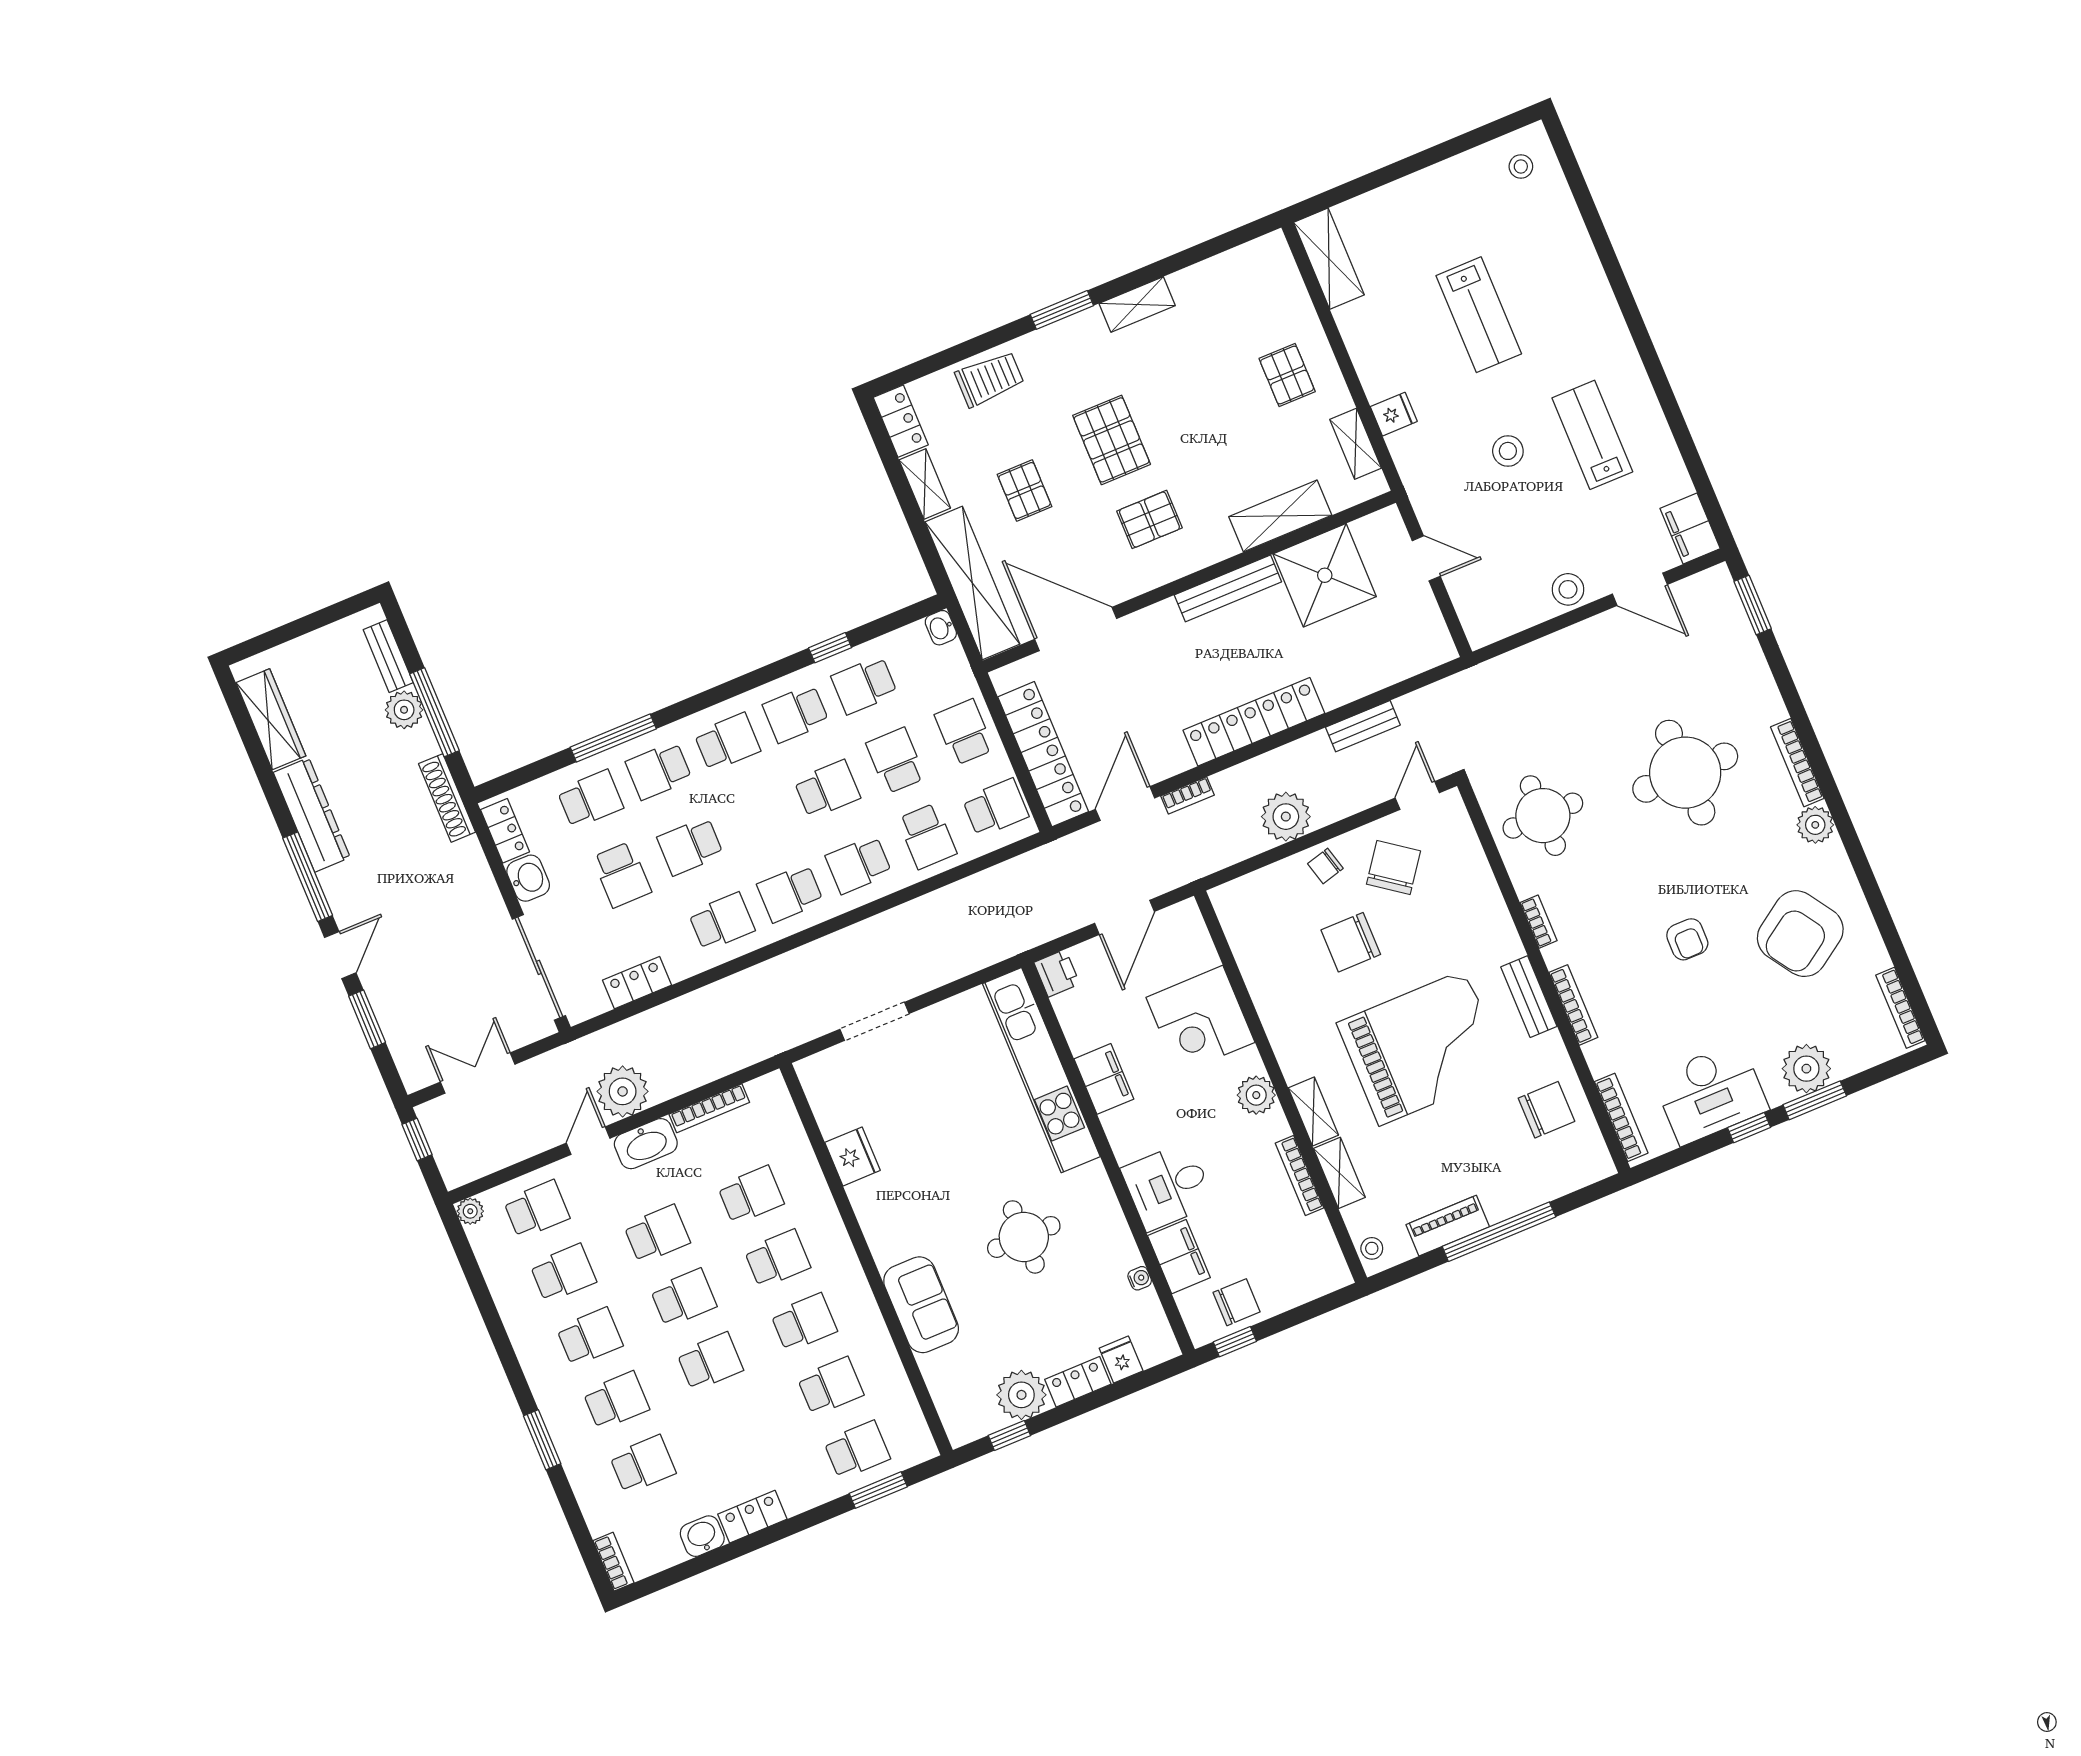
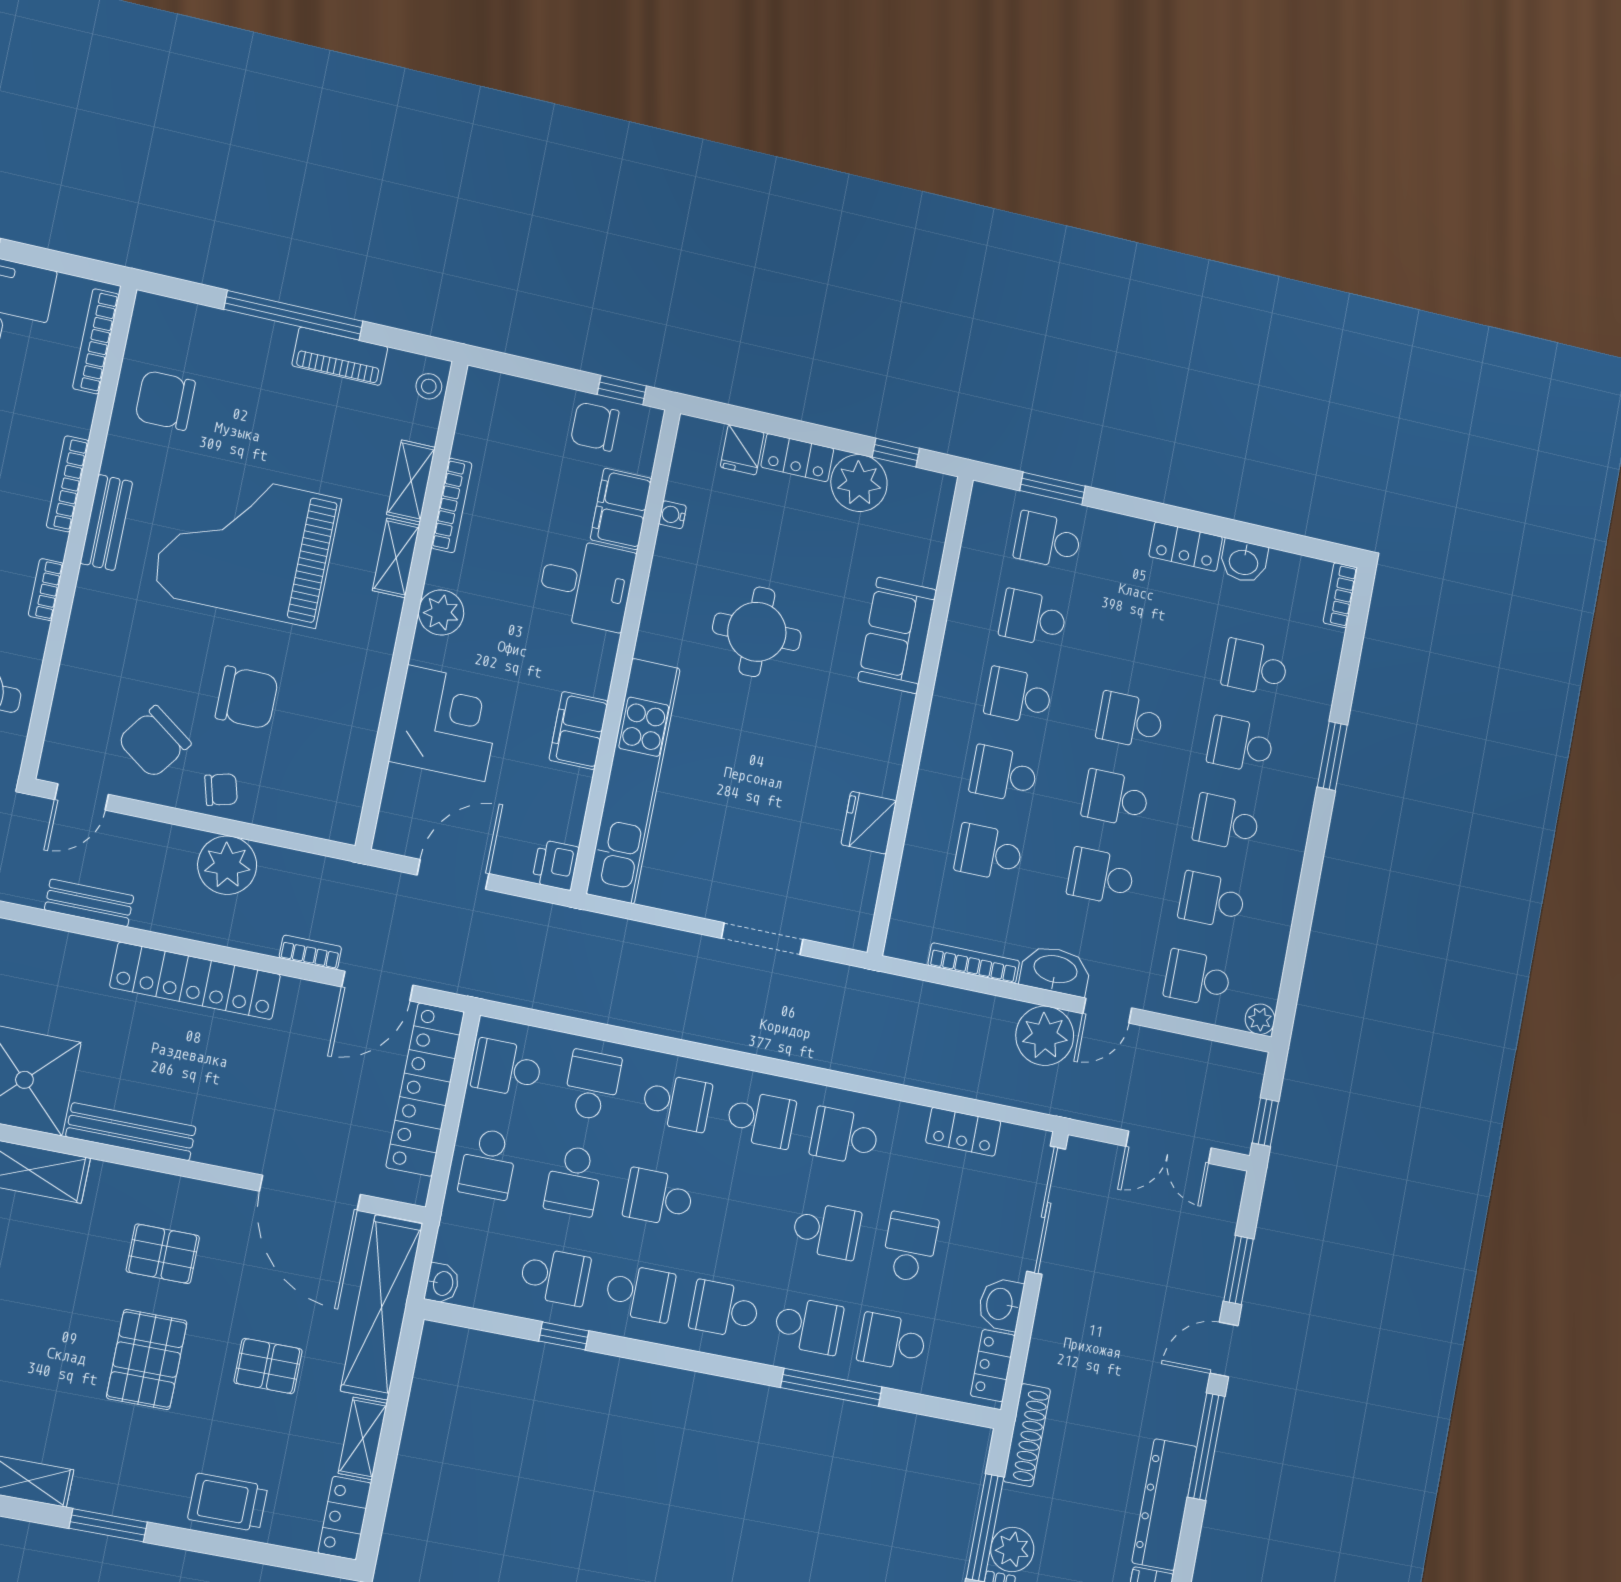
pallet: (1025, 491) -> (268, 1366), turned 90

